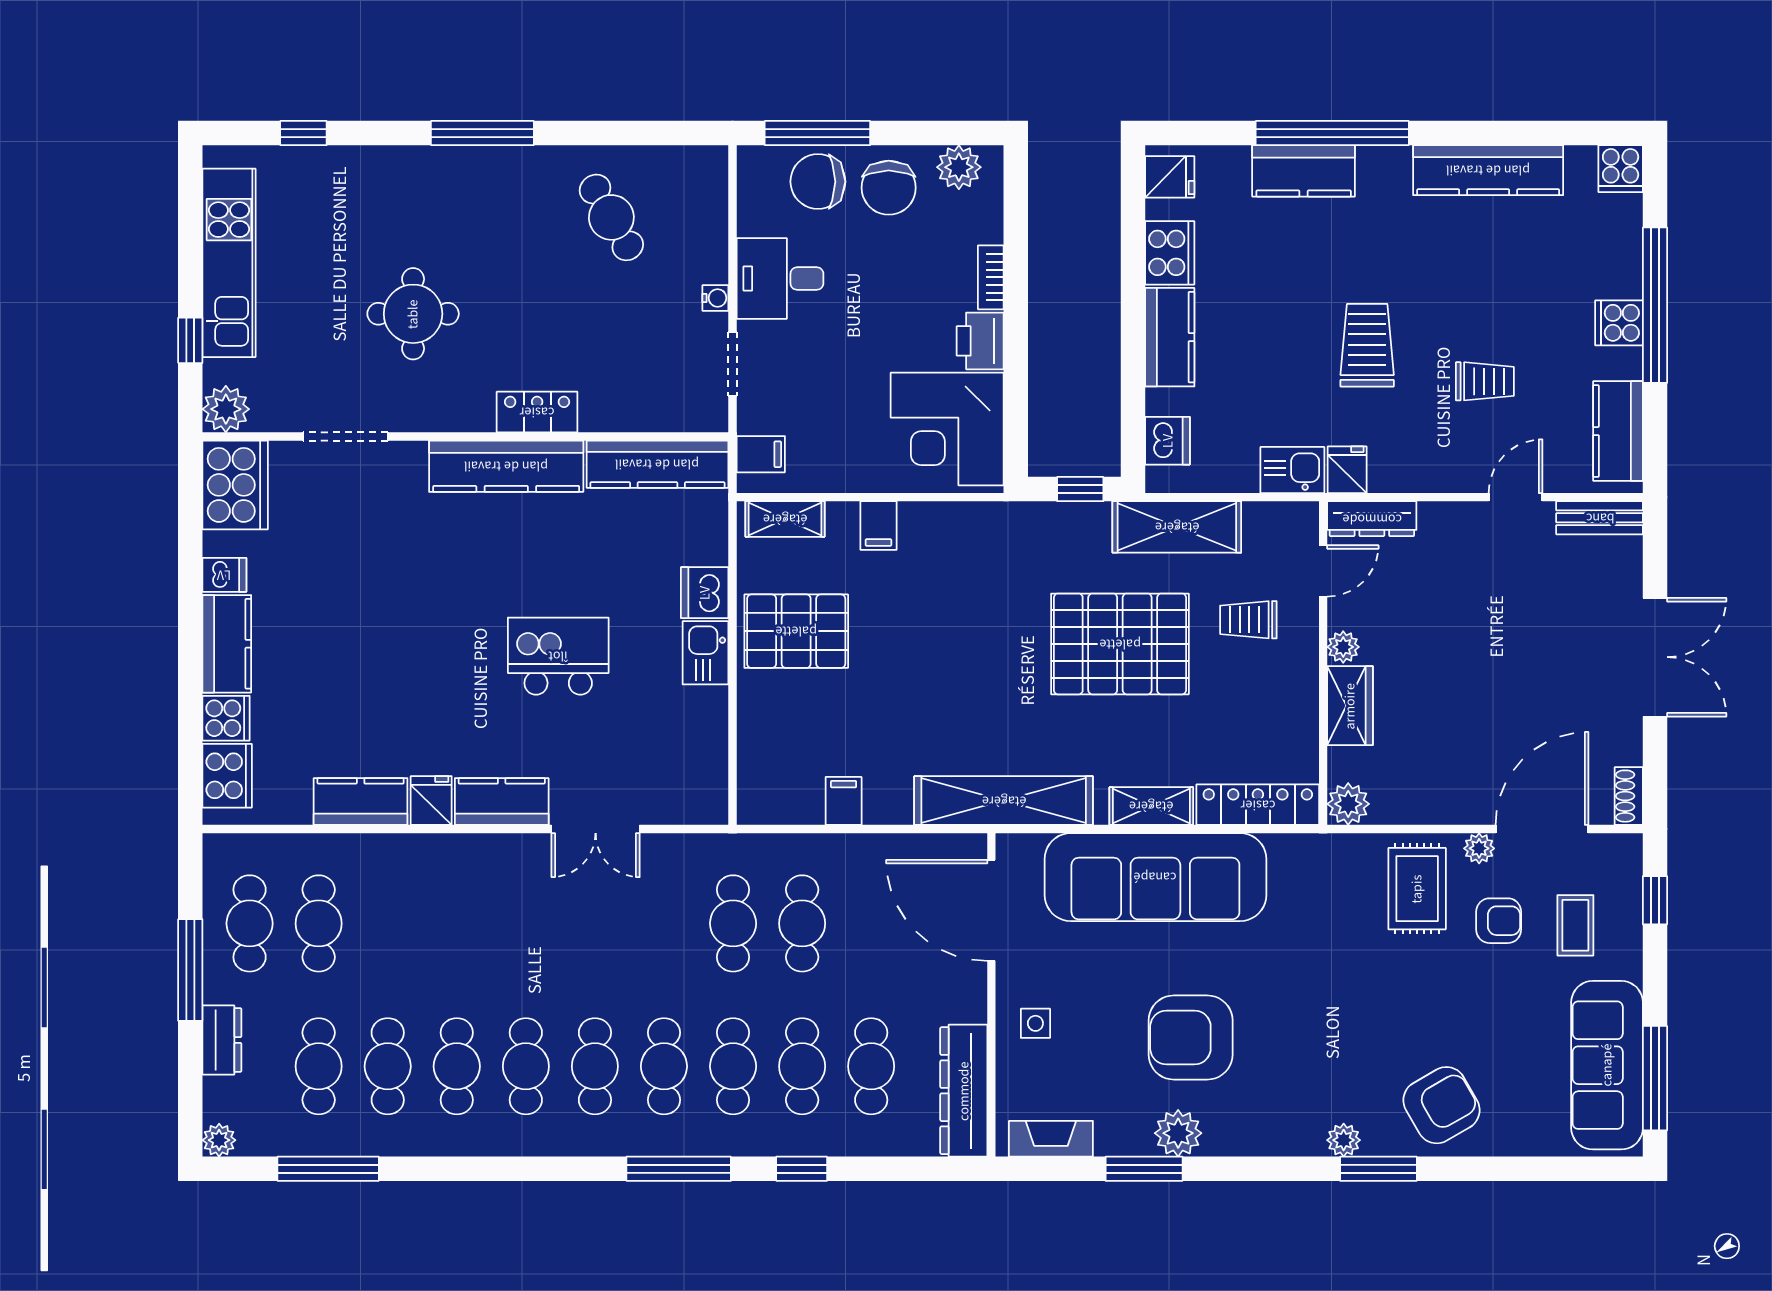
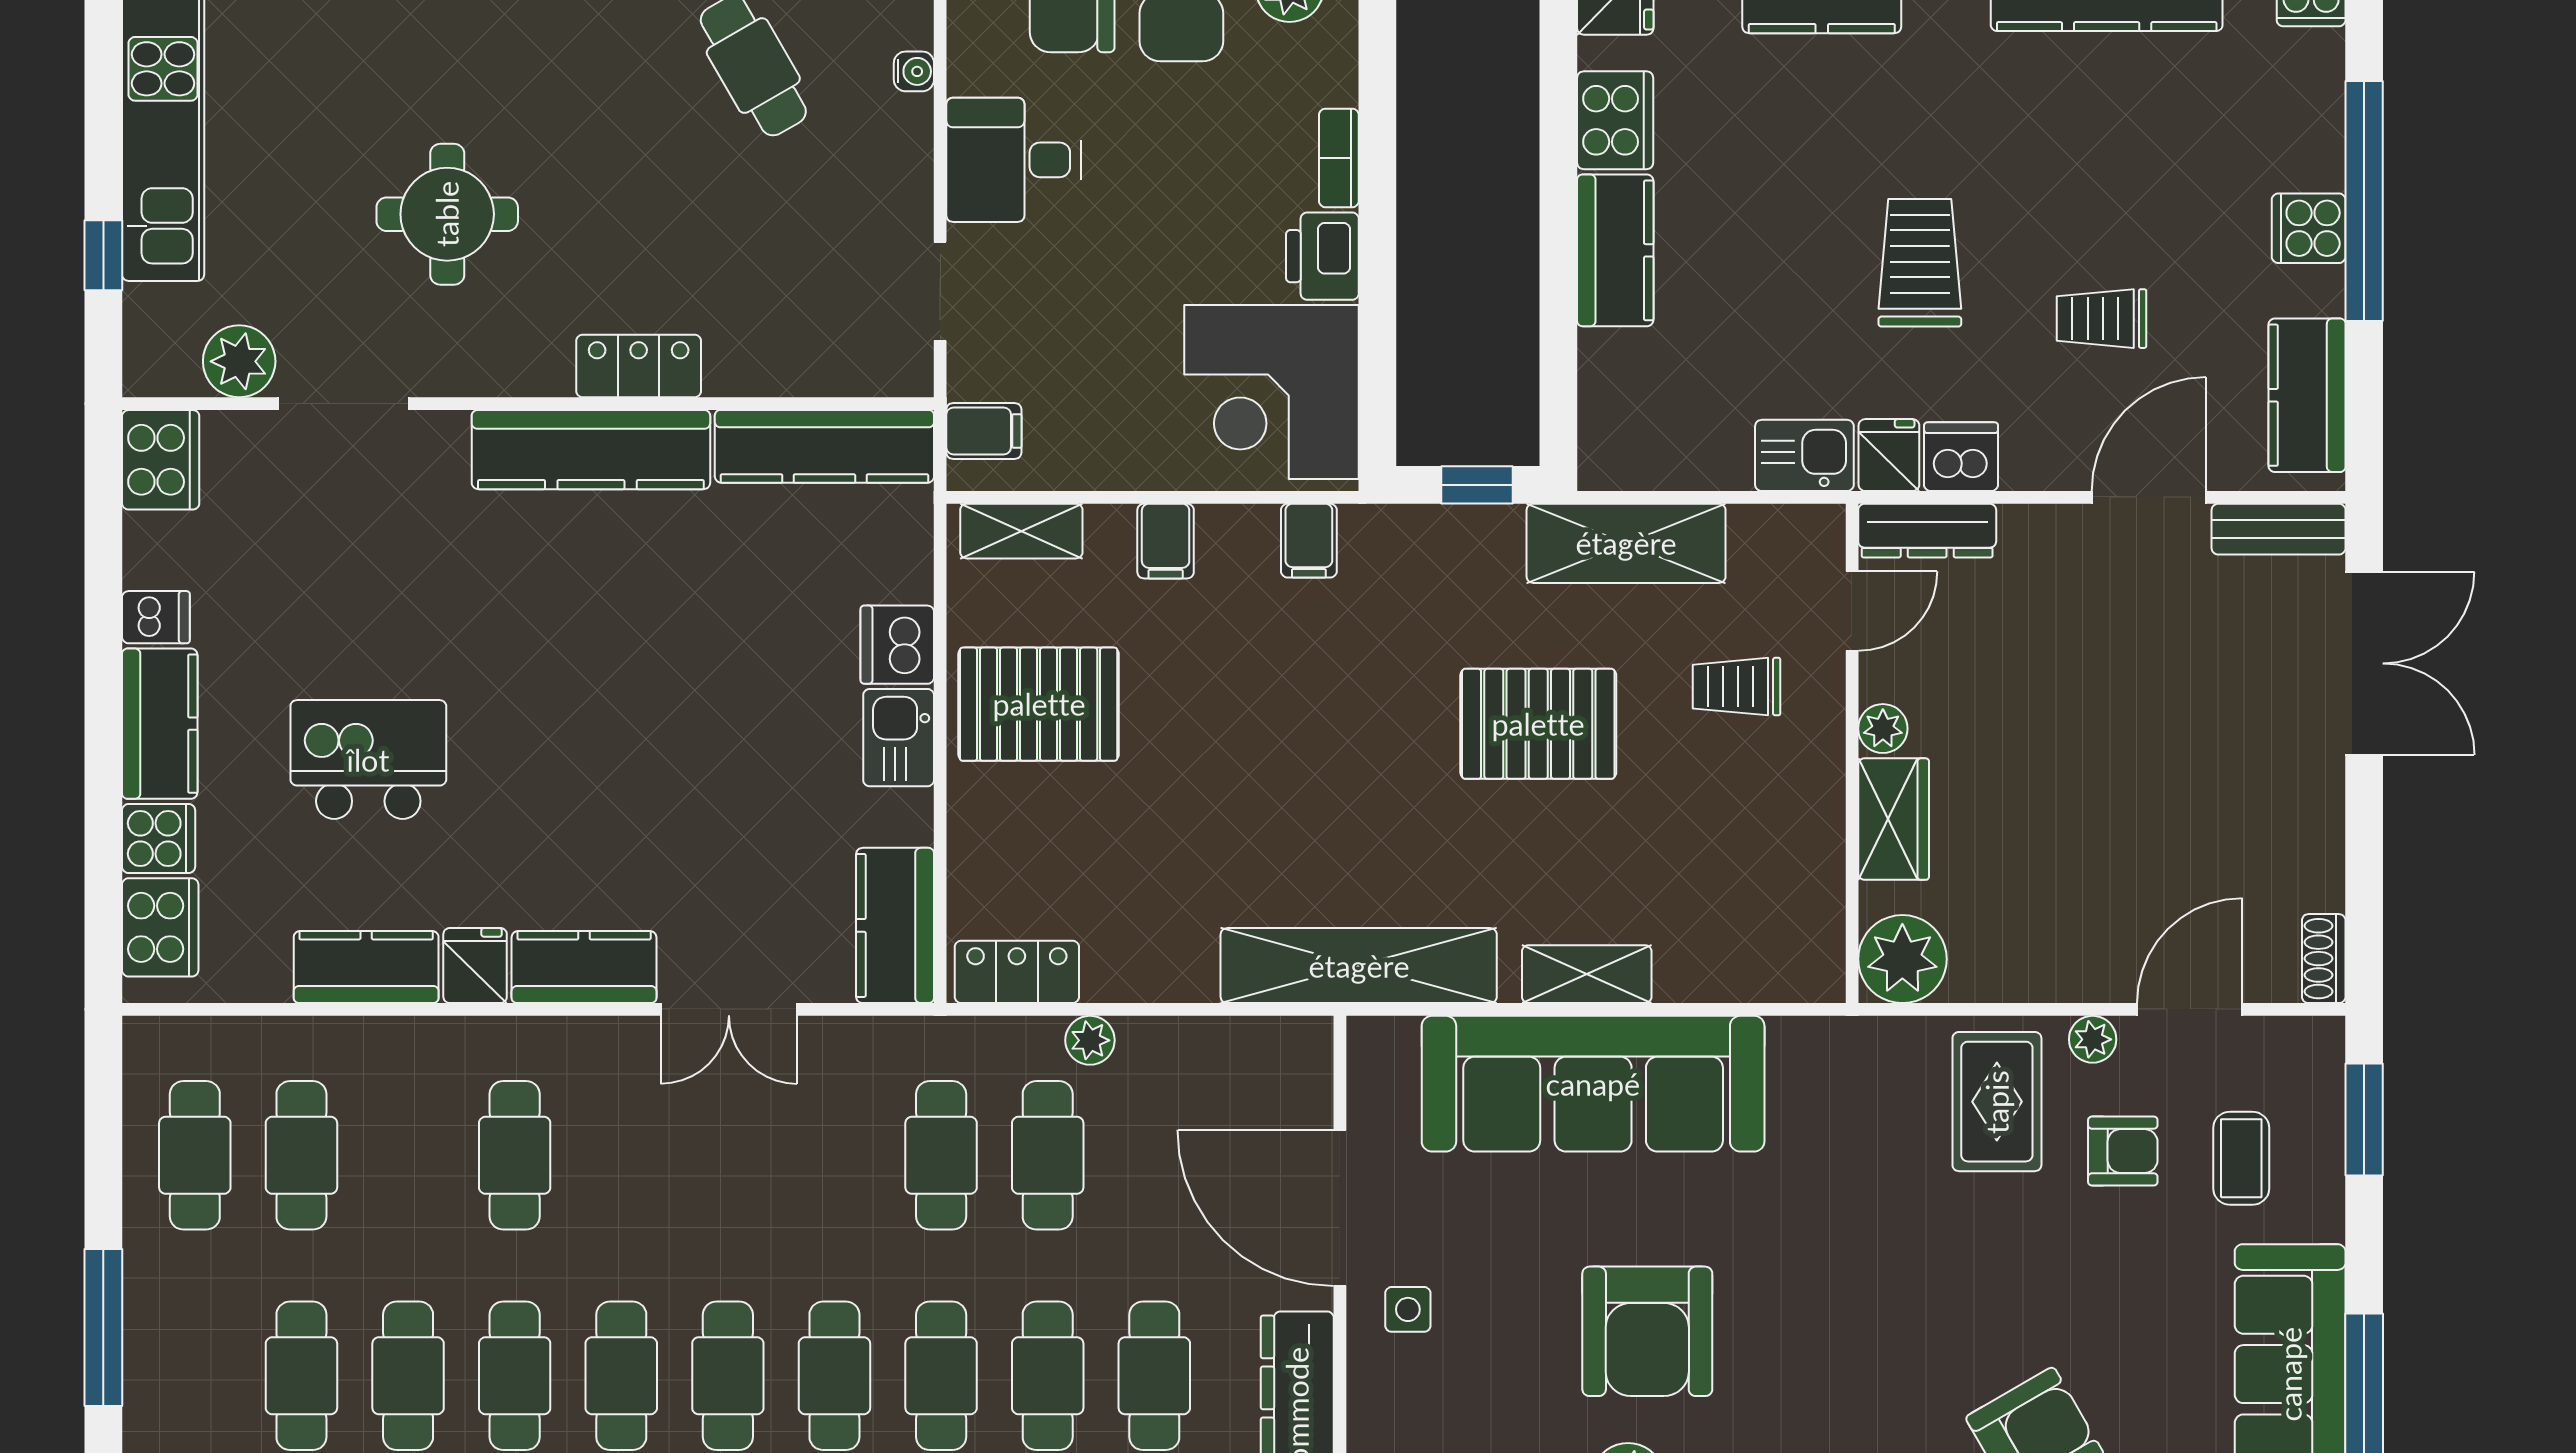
water cooler: (715, 298) -> (914, 71), moved
trolley: (1485, 381) -> (2102, 319), turned 180
plant: (226, 409) -> (239, 361), moved
dishwasher: (1168, 441) -> (1961, 457), moved, turned -90
cooker: (235, 485) -> (161, 460), width x0.73, depth x0.76
door: (1516, 497) -> (2149, 497), width x1.38
pallet: (1120, 644) -> (1538, 724), width x0.73, depth x0.71
kitchen island: (558, 656) -> (368, 760), moved
double door: (1655, 657) -> (2364, 663), moved
kitchen counter: (703, 775) -> (895, 925), added
filing cabinet: (844, 801) -> (1309, 541), moved, turned 180
plant: (1348, 804) -> (1902, 959), width x1.36, depth x1.36
locker: (1258, 805) -> (1017, 972), moved, width x0.66
door: (1542, 829) -> (2190, 1009), width x0.73
plant: (829, 849) -> (1090, 1040), added
window: (1655, 900) -> (2364, 1119), width x1.50
door: (991, 910) -> (1340, 1208), moved
cafe table: (457, 923) -> (515, 1155), added
window: (190, 970) -> (103, 1327), moved
armchair: (1191, 1037) -> (1647, 1331), turned -90
dresser: (222, 1040) -> (152, 1335), removed

